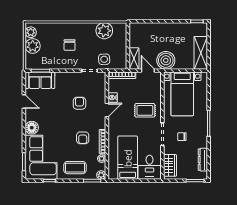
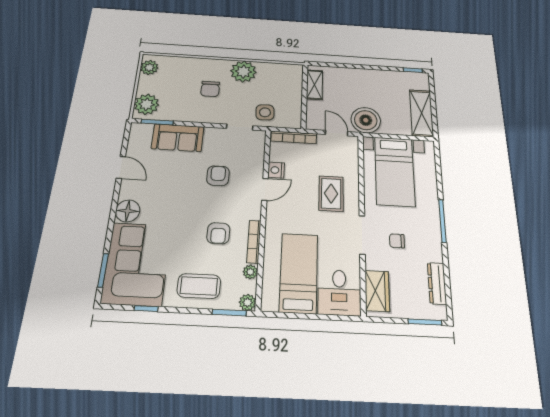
plant: (104, 31) -> (243, 72), moved
plant: (33, 46) -> (147, 104), moved
shelving: (134, 58) -> (314, 85), moved
sofa: (40, 80) -> (178, 138), moved
rug: (145, 110) -> (331, 194), turned 90

